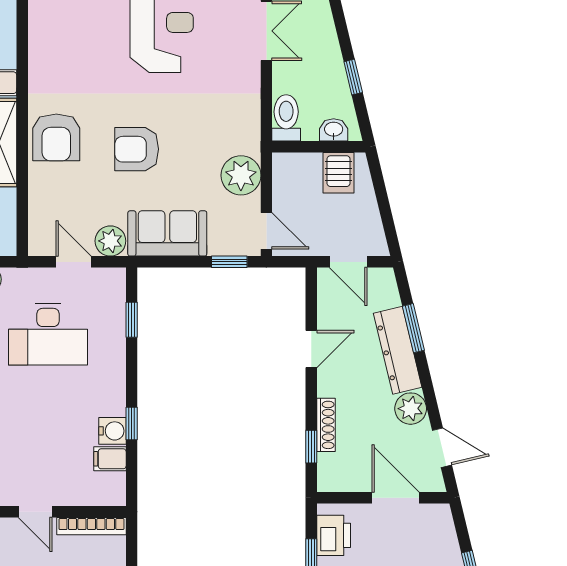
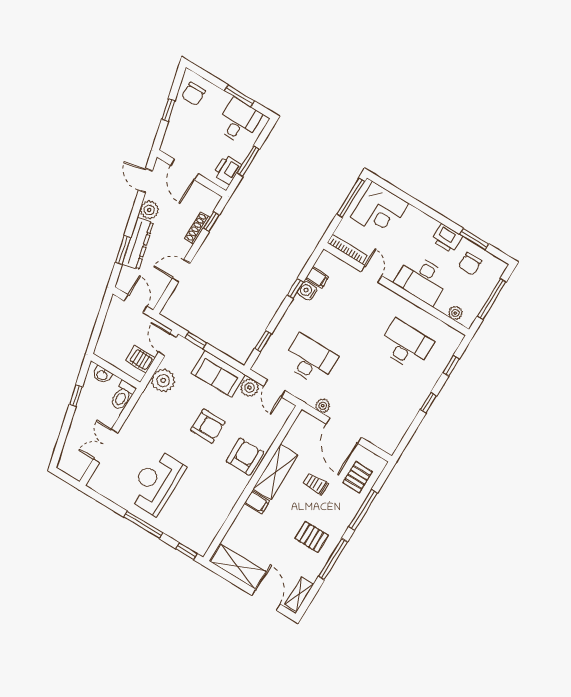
server rack: (339, 173) -> (140, 359), moved, turned -90

